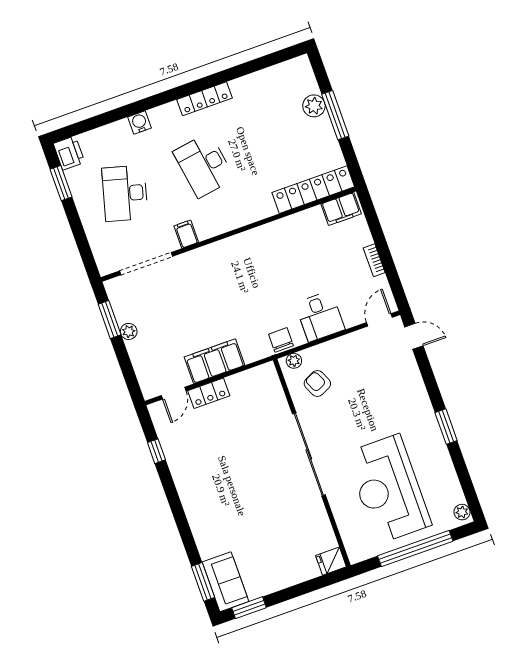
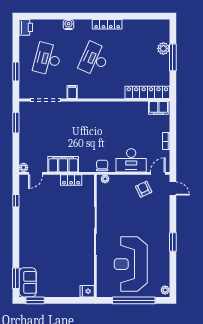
desk: (204, 165) -> (94, 59), turned 33
window: (61, 183) -> (16, 72), moved
desk: (320, 316) -> (131, 160), width x1.37
plant: (129, 331) -> (24, 168), moved
armchair: (317, 384) -> (144, 189), moved
locker: (209, 393) -> (71, 180), moved

